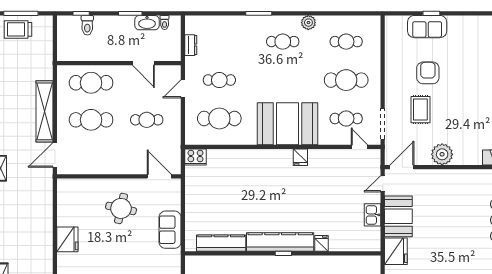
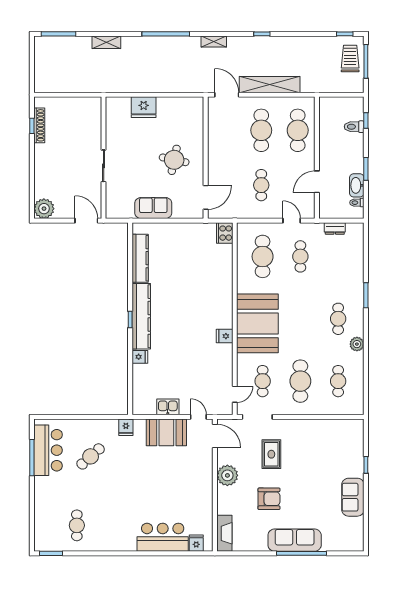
sofa: (427, 27) -> (353, 497), moved
armchair: (428, 73) -> (269, 499), moved
rug: (420, 110) -> (271, 454), turned 90
fridge: (396, 251) -> (126, 427), width x0.53, depth x0.75

